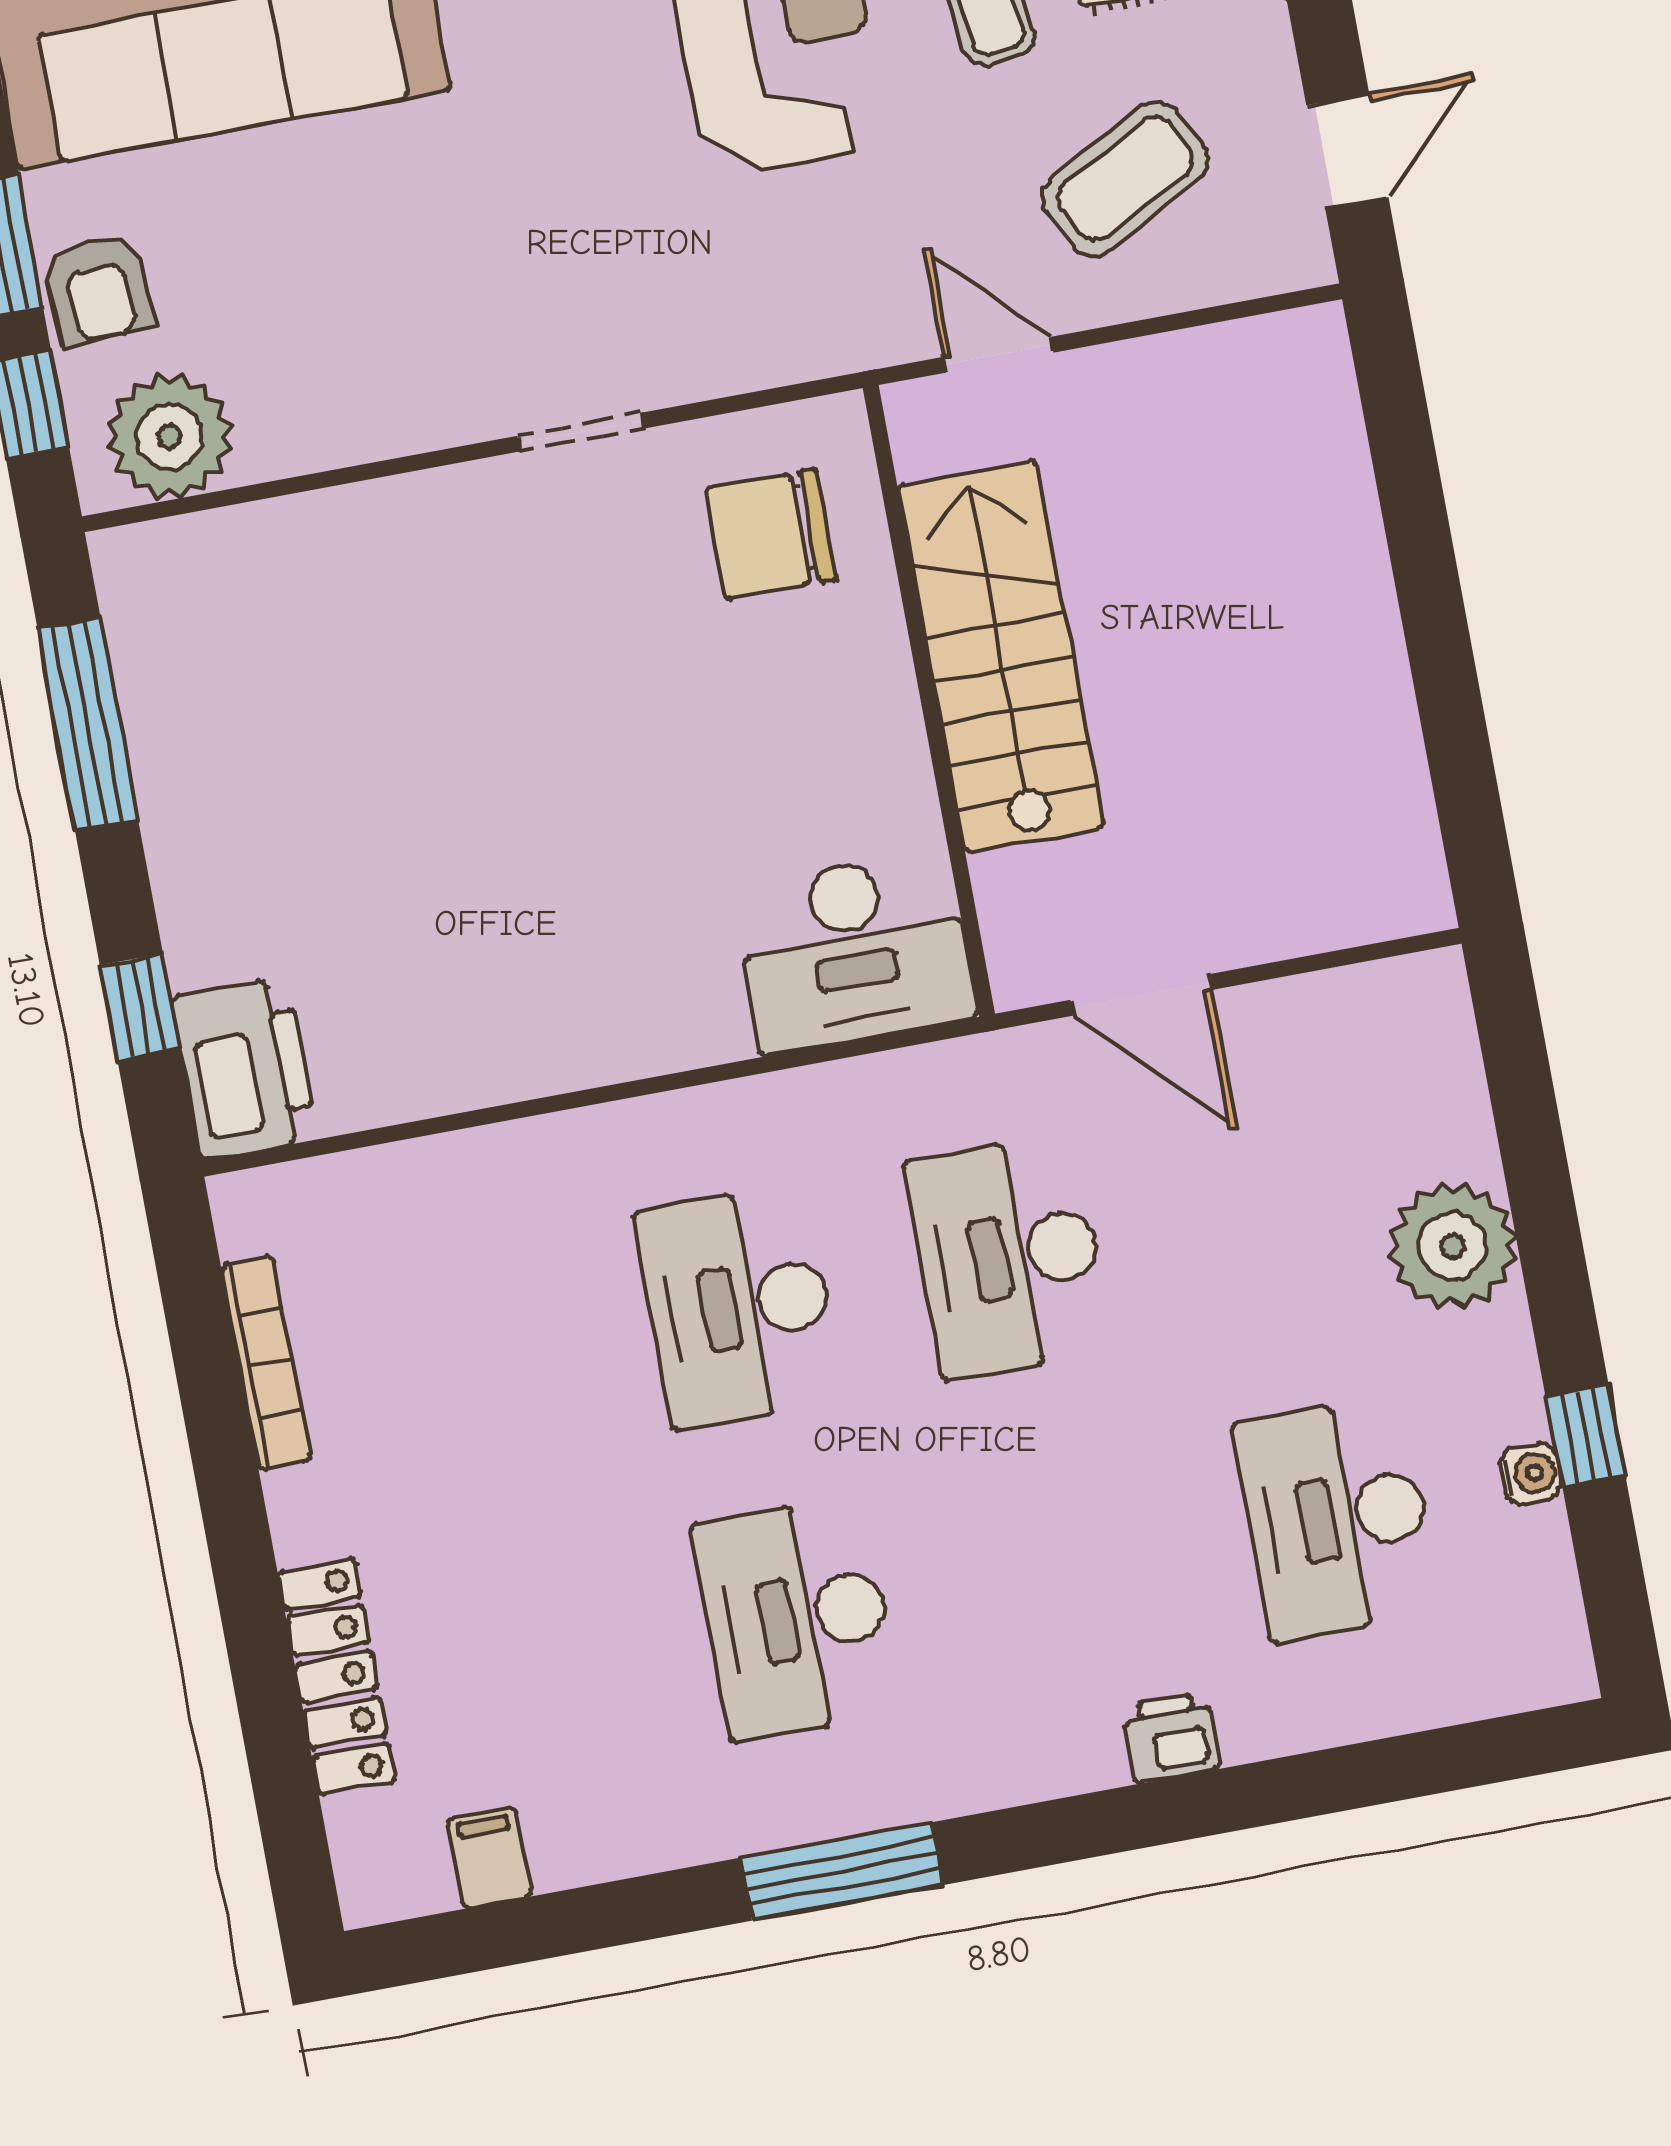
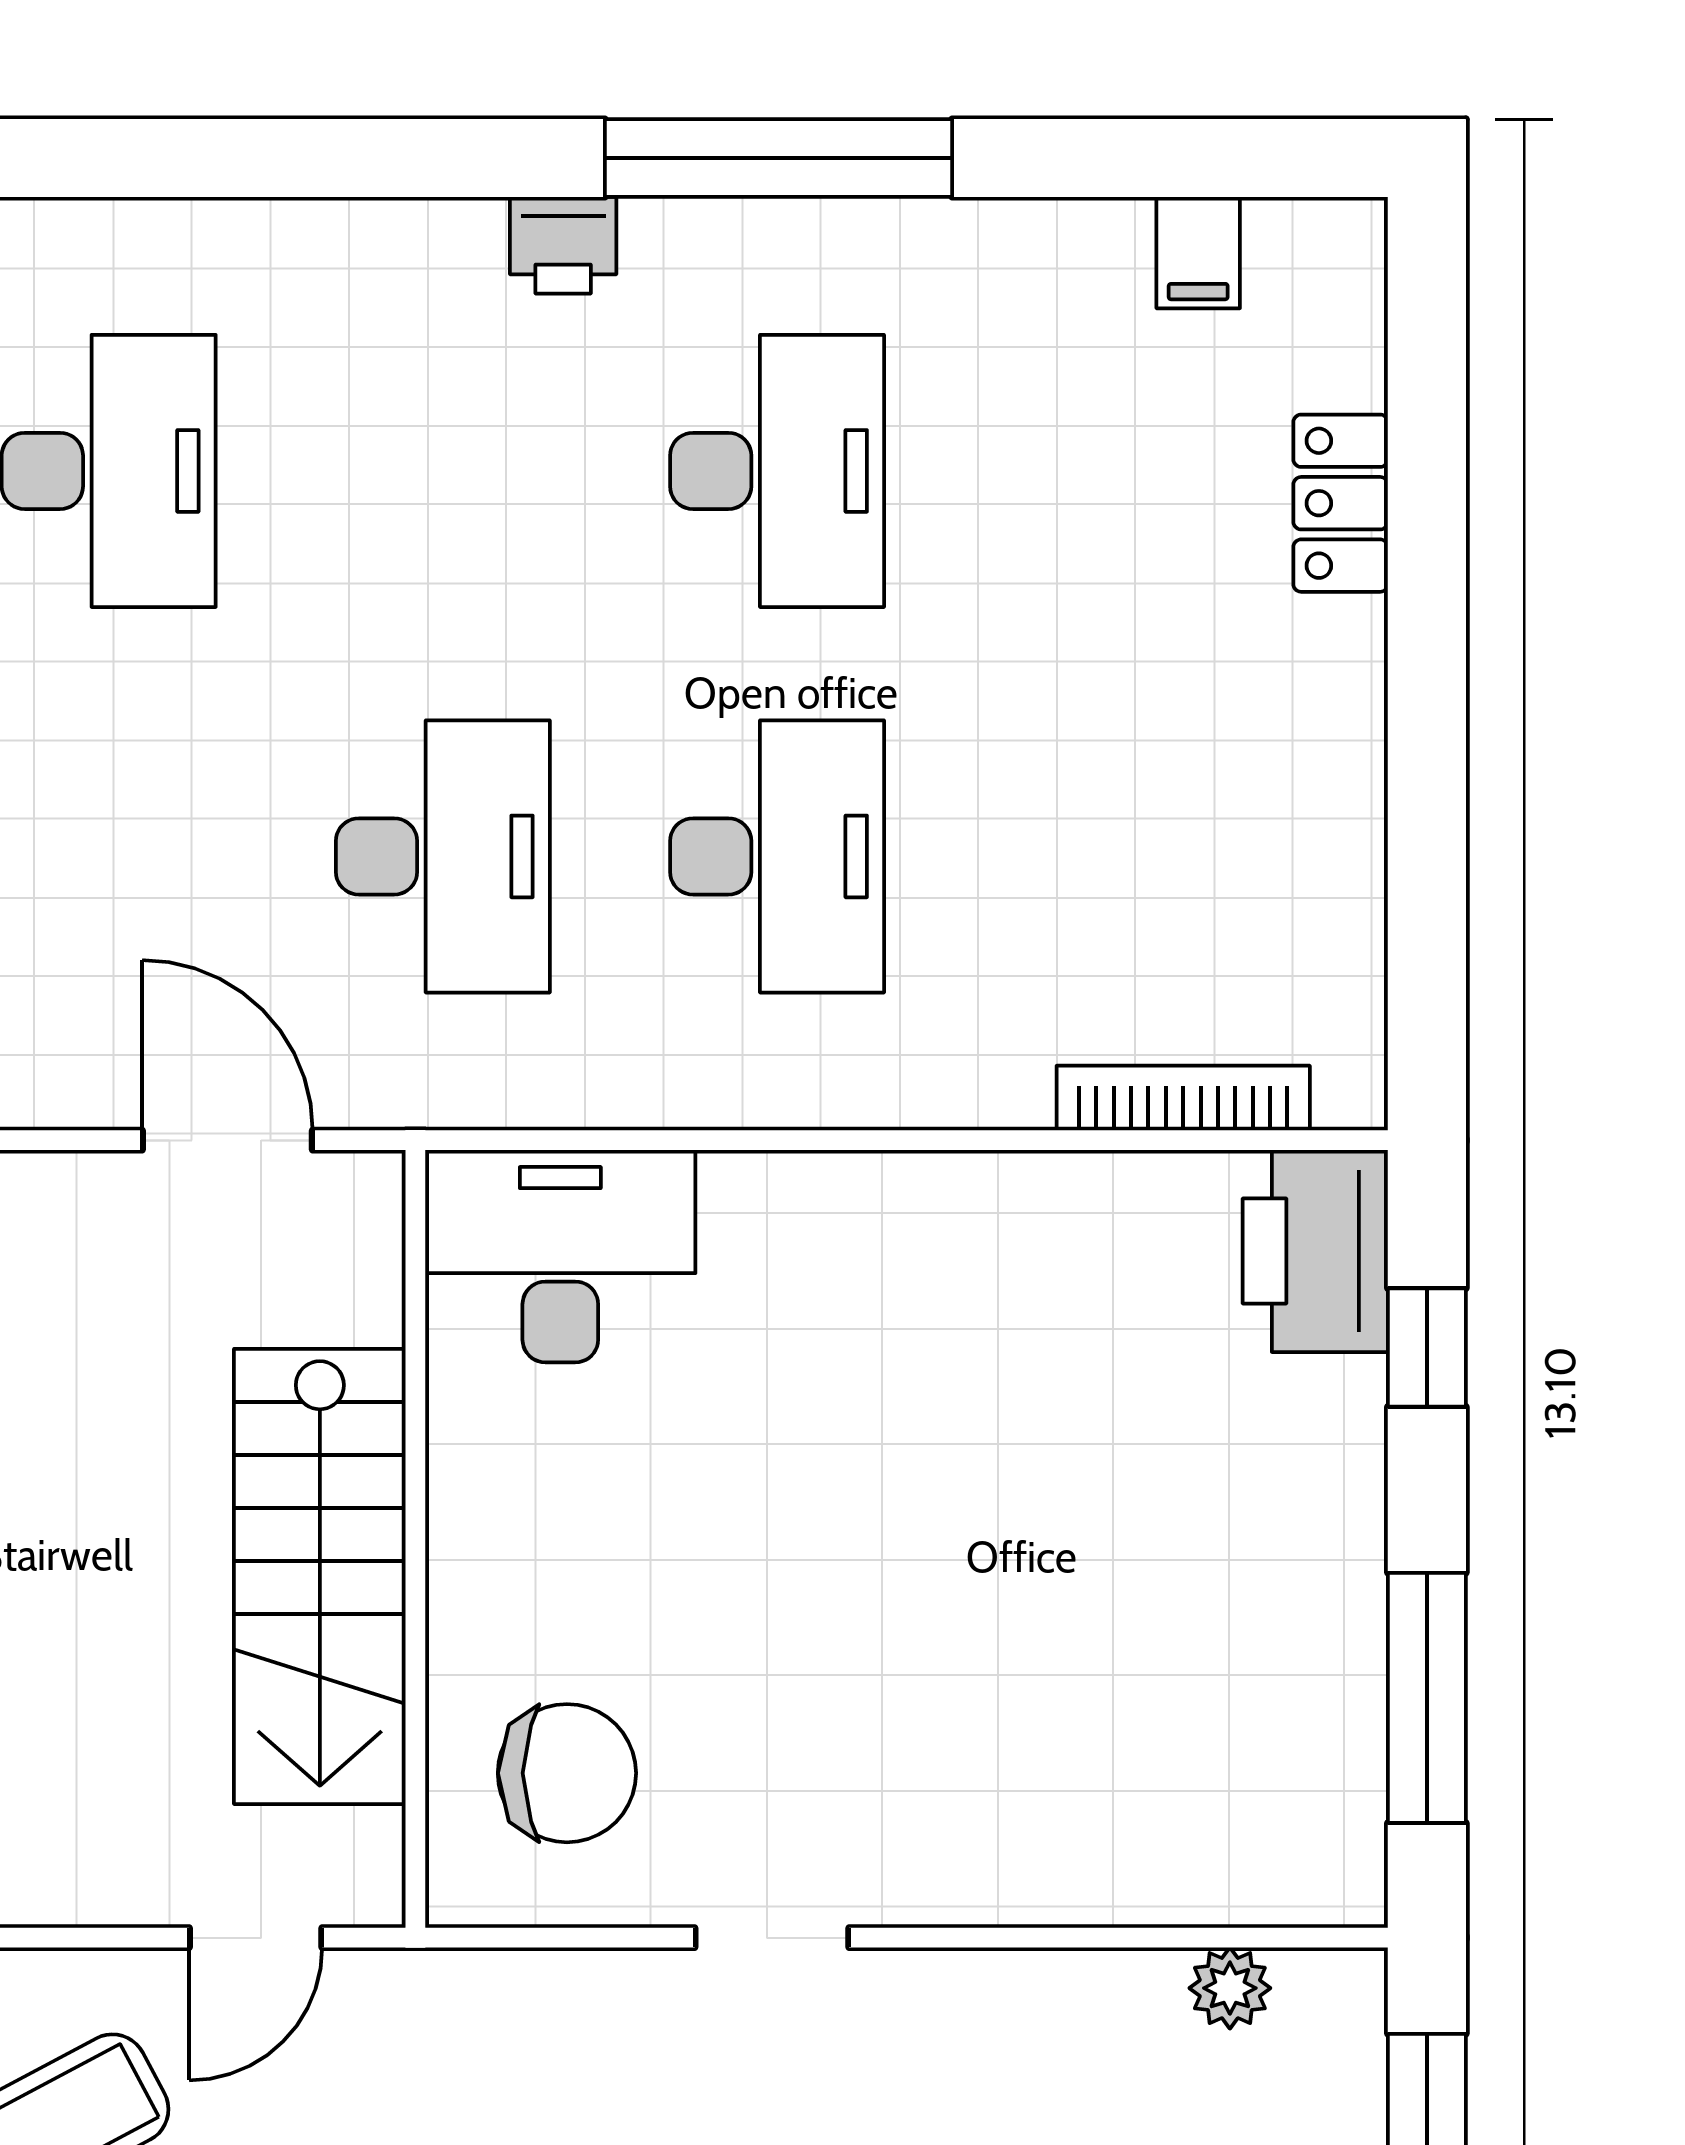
door: (998, 355) -> (256, 1938), hinge flipped
plant: (169, 436) -> (1230, 1988), width x0.53, depth x0.53
bookcase: (266, 1363) -> (1183, 1098), moved, turned 90
locker: (336, 1677) -> (1341, 503), width x0.66
printer: (1171, 1737) -> (563, 245), moved
window: (842, 1871) -> (778, 158), width x1.46

